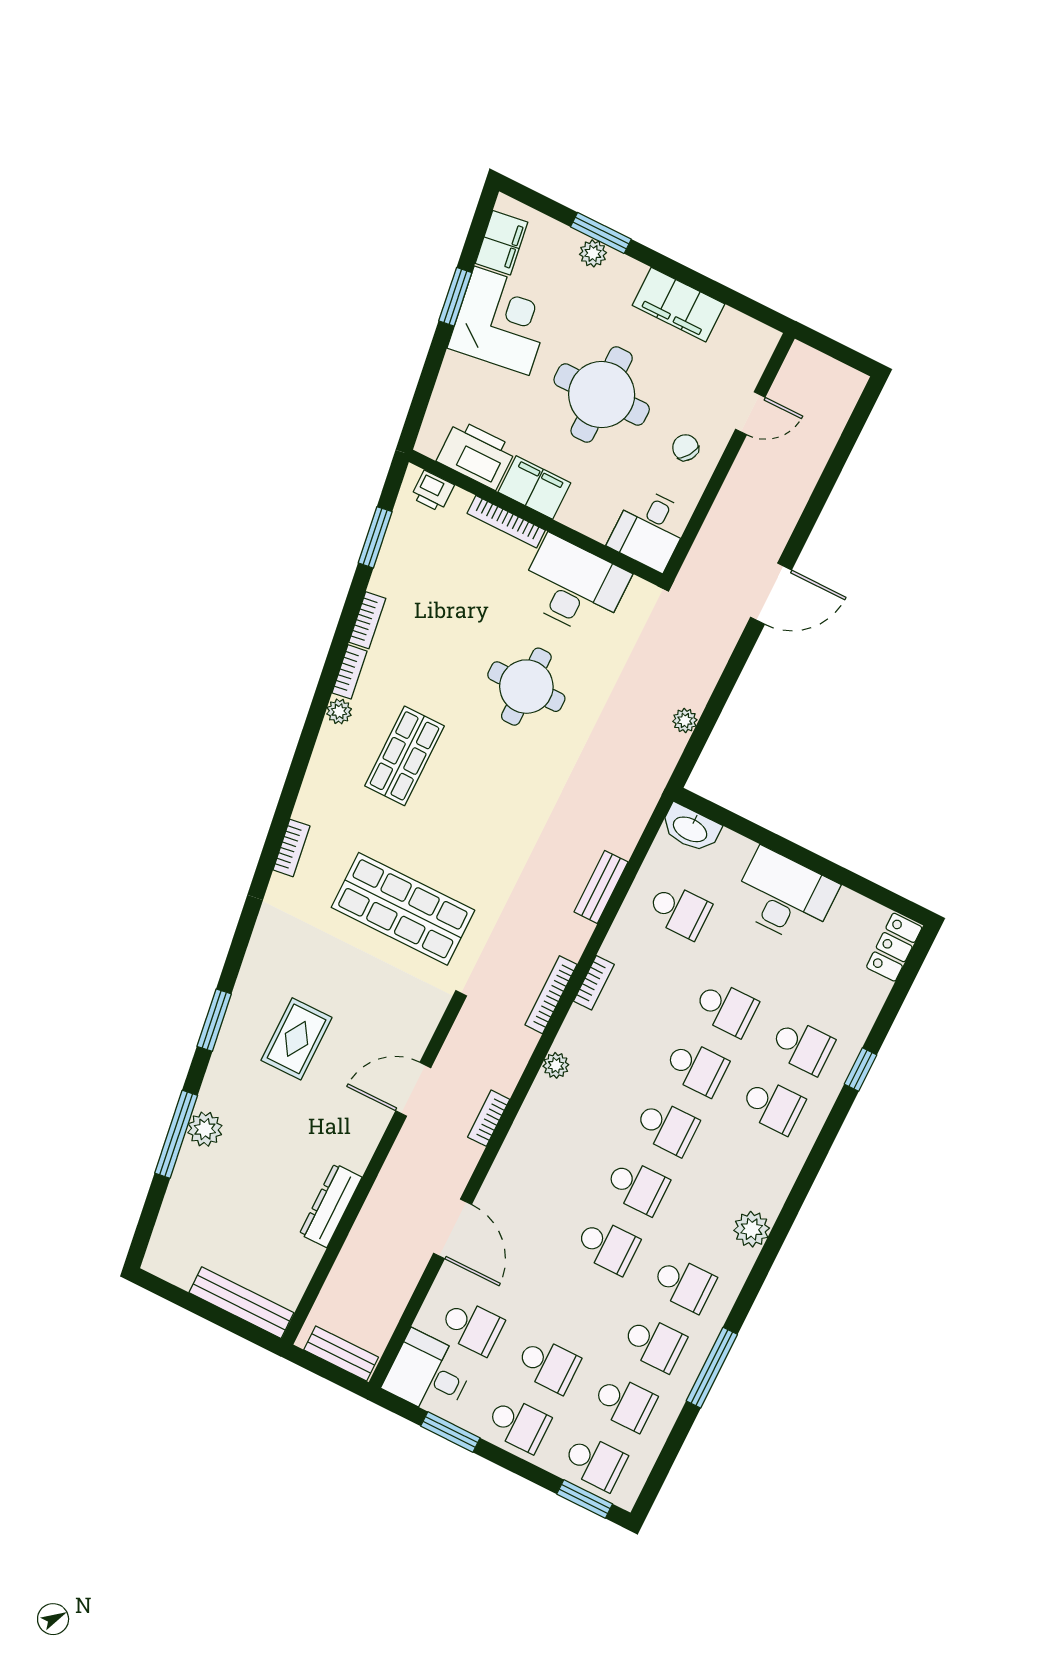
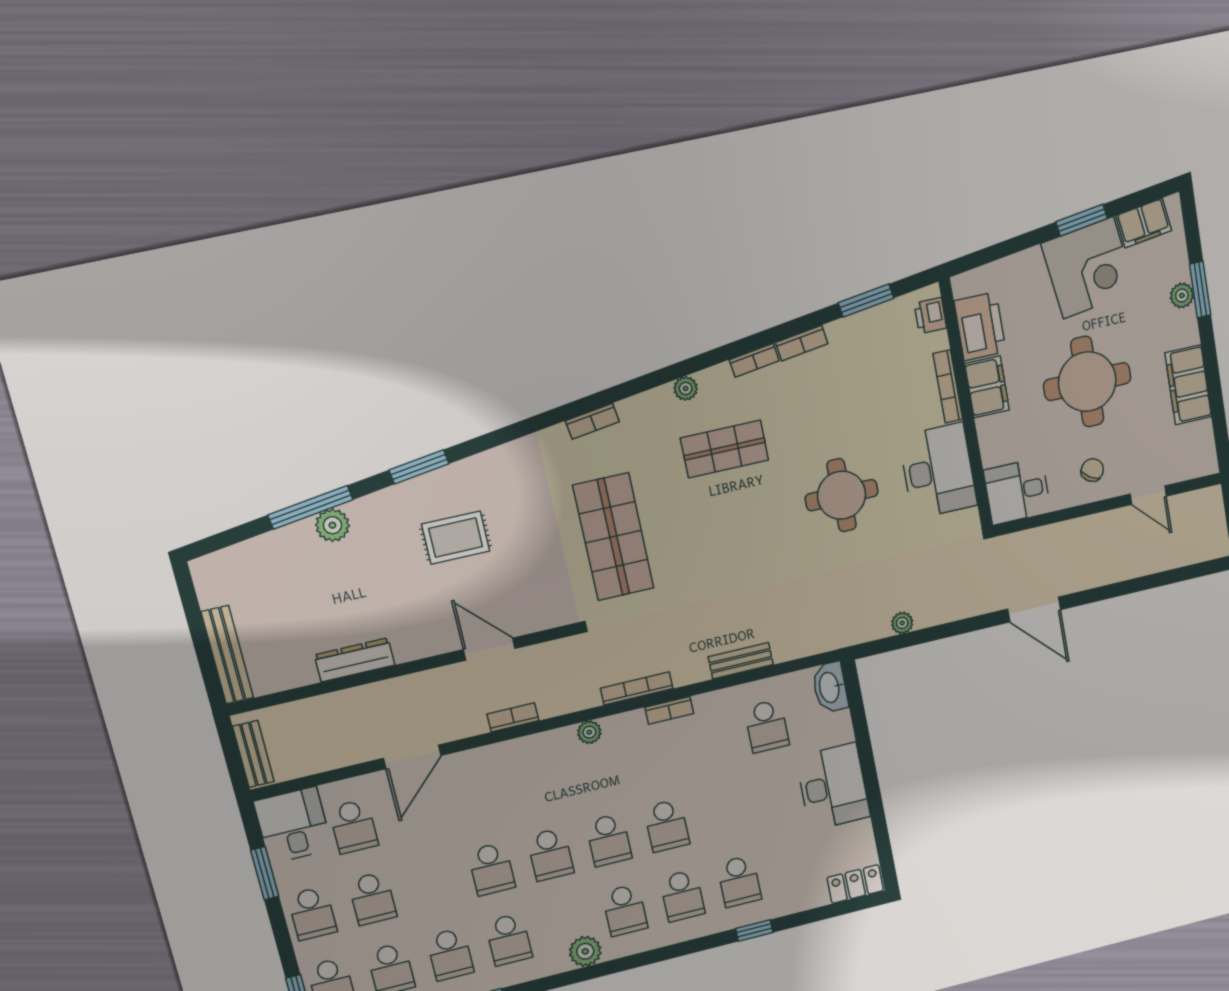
plant: (339, 711) -> (686, 388), moved
school desk: (726, 1008) -> (625, 910), moved

